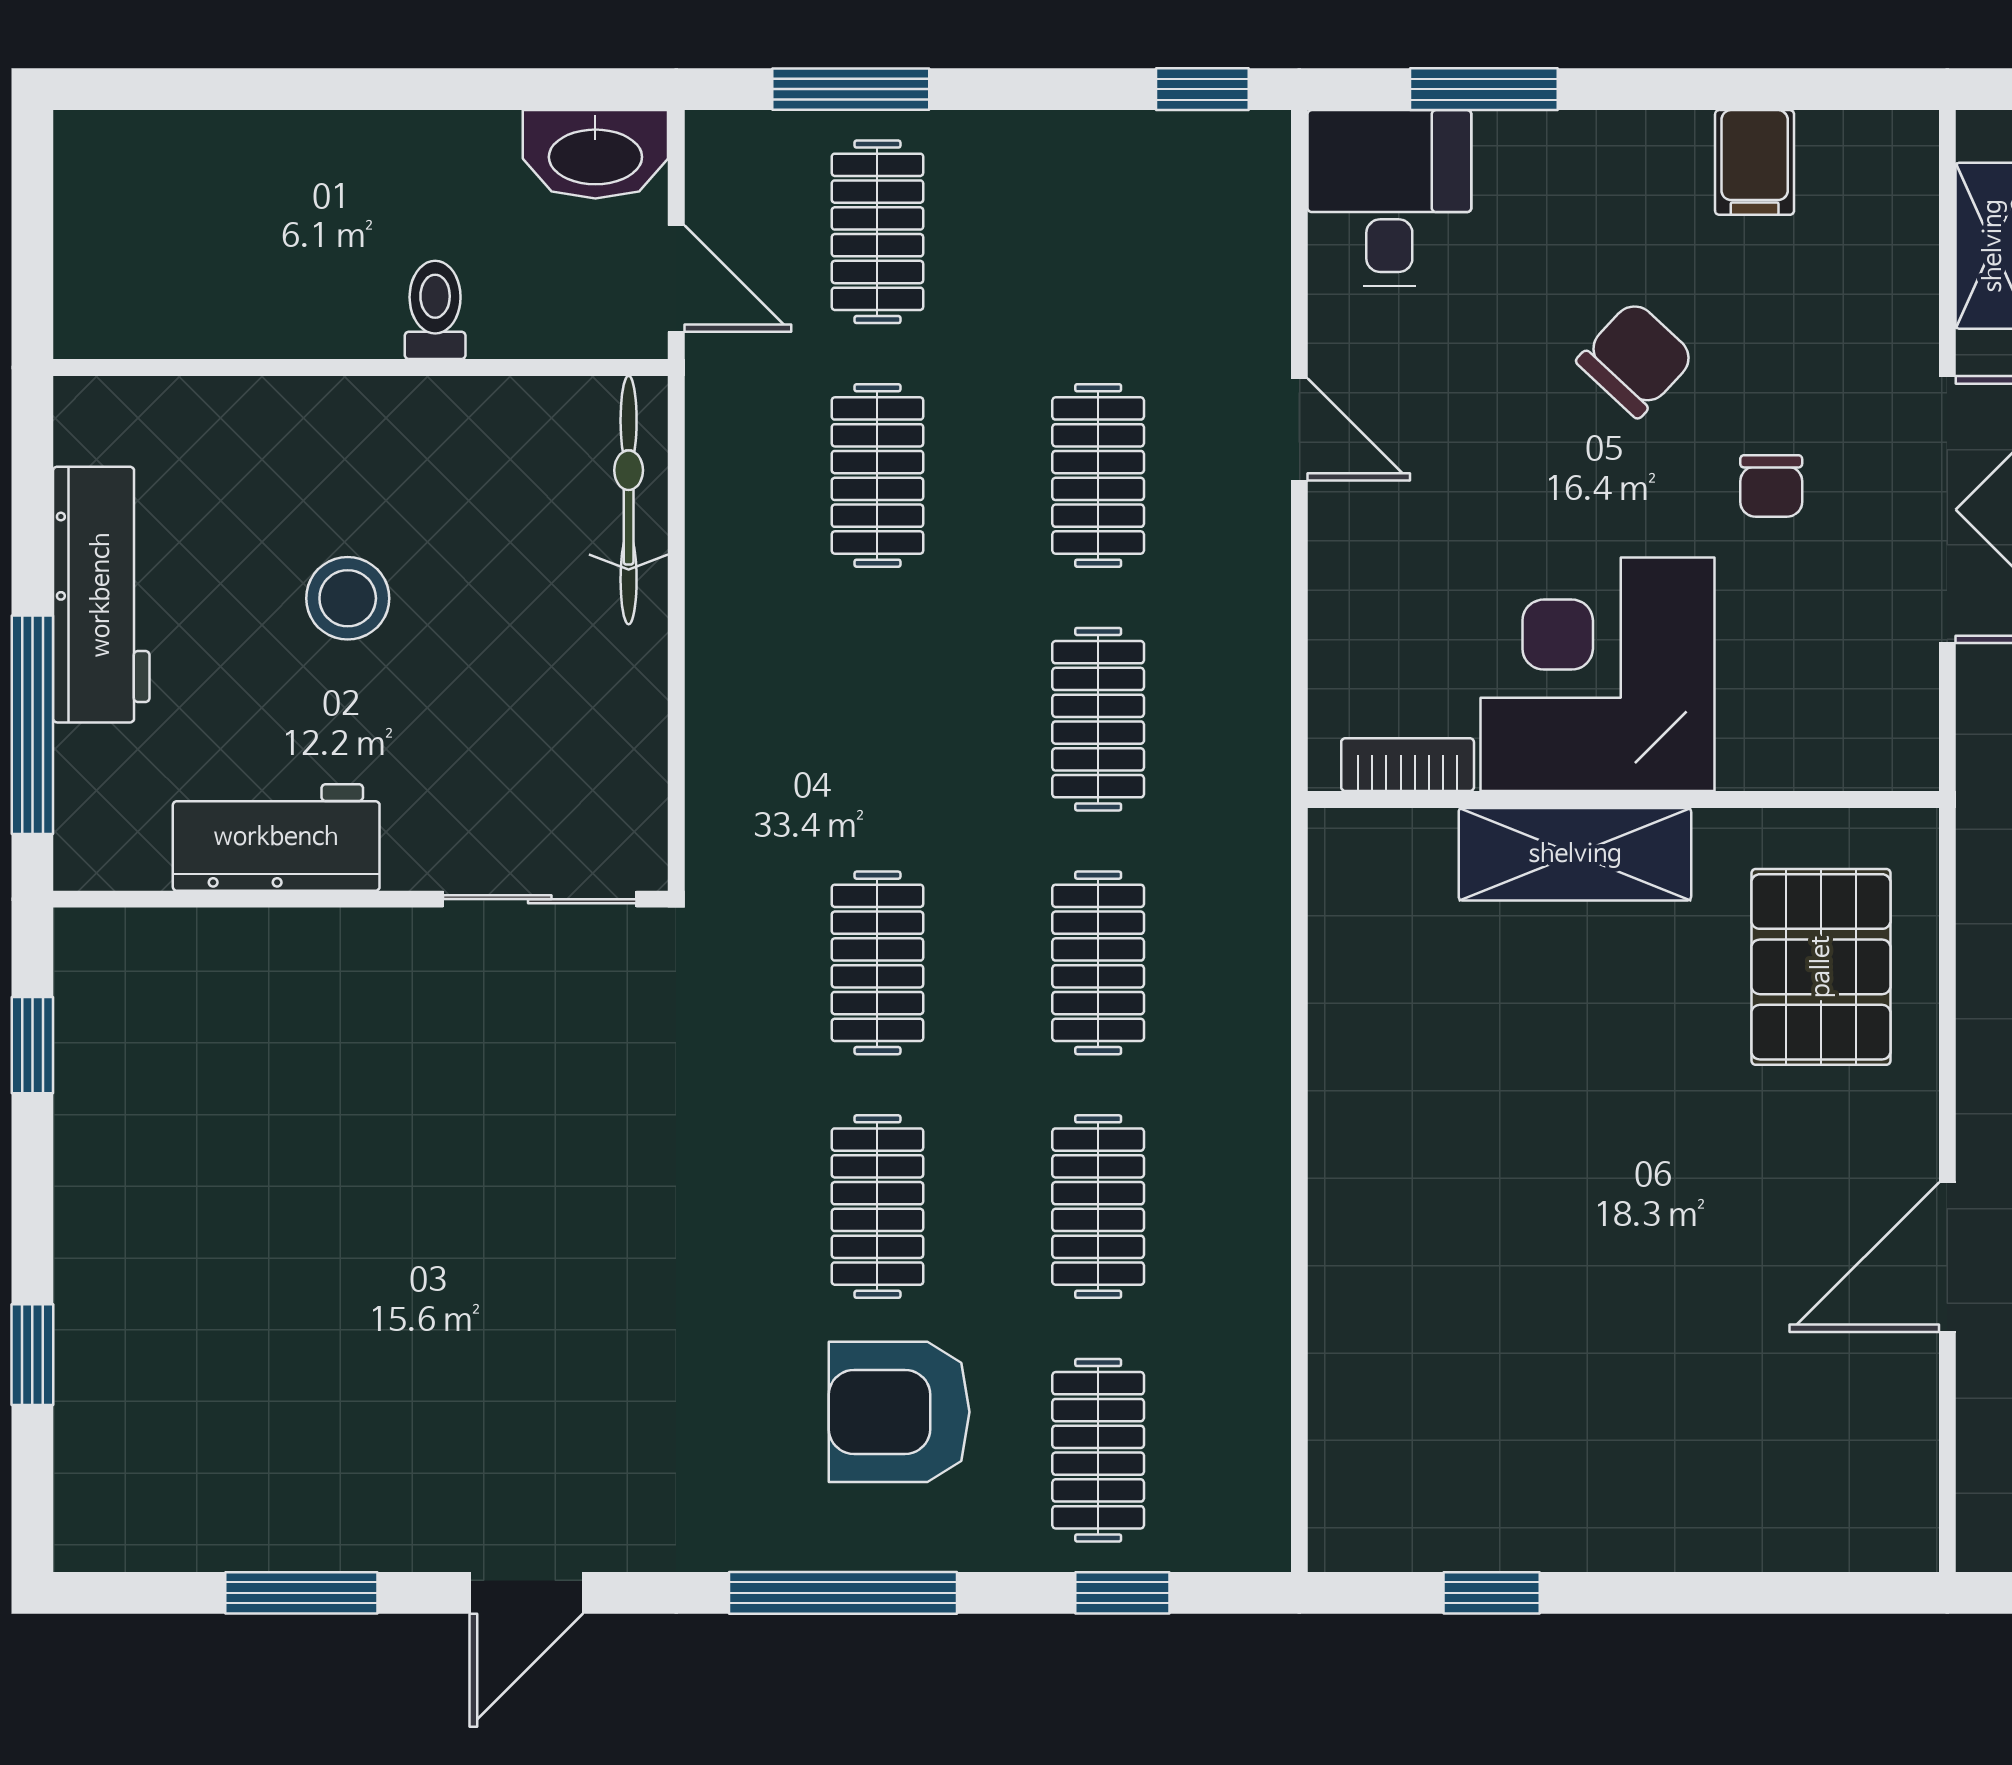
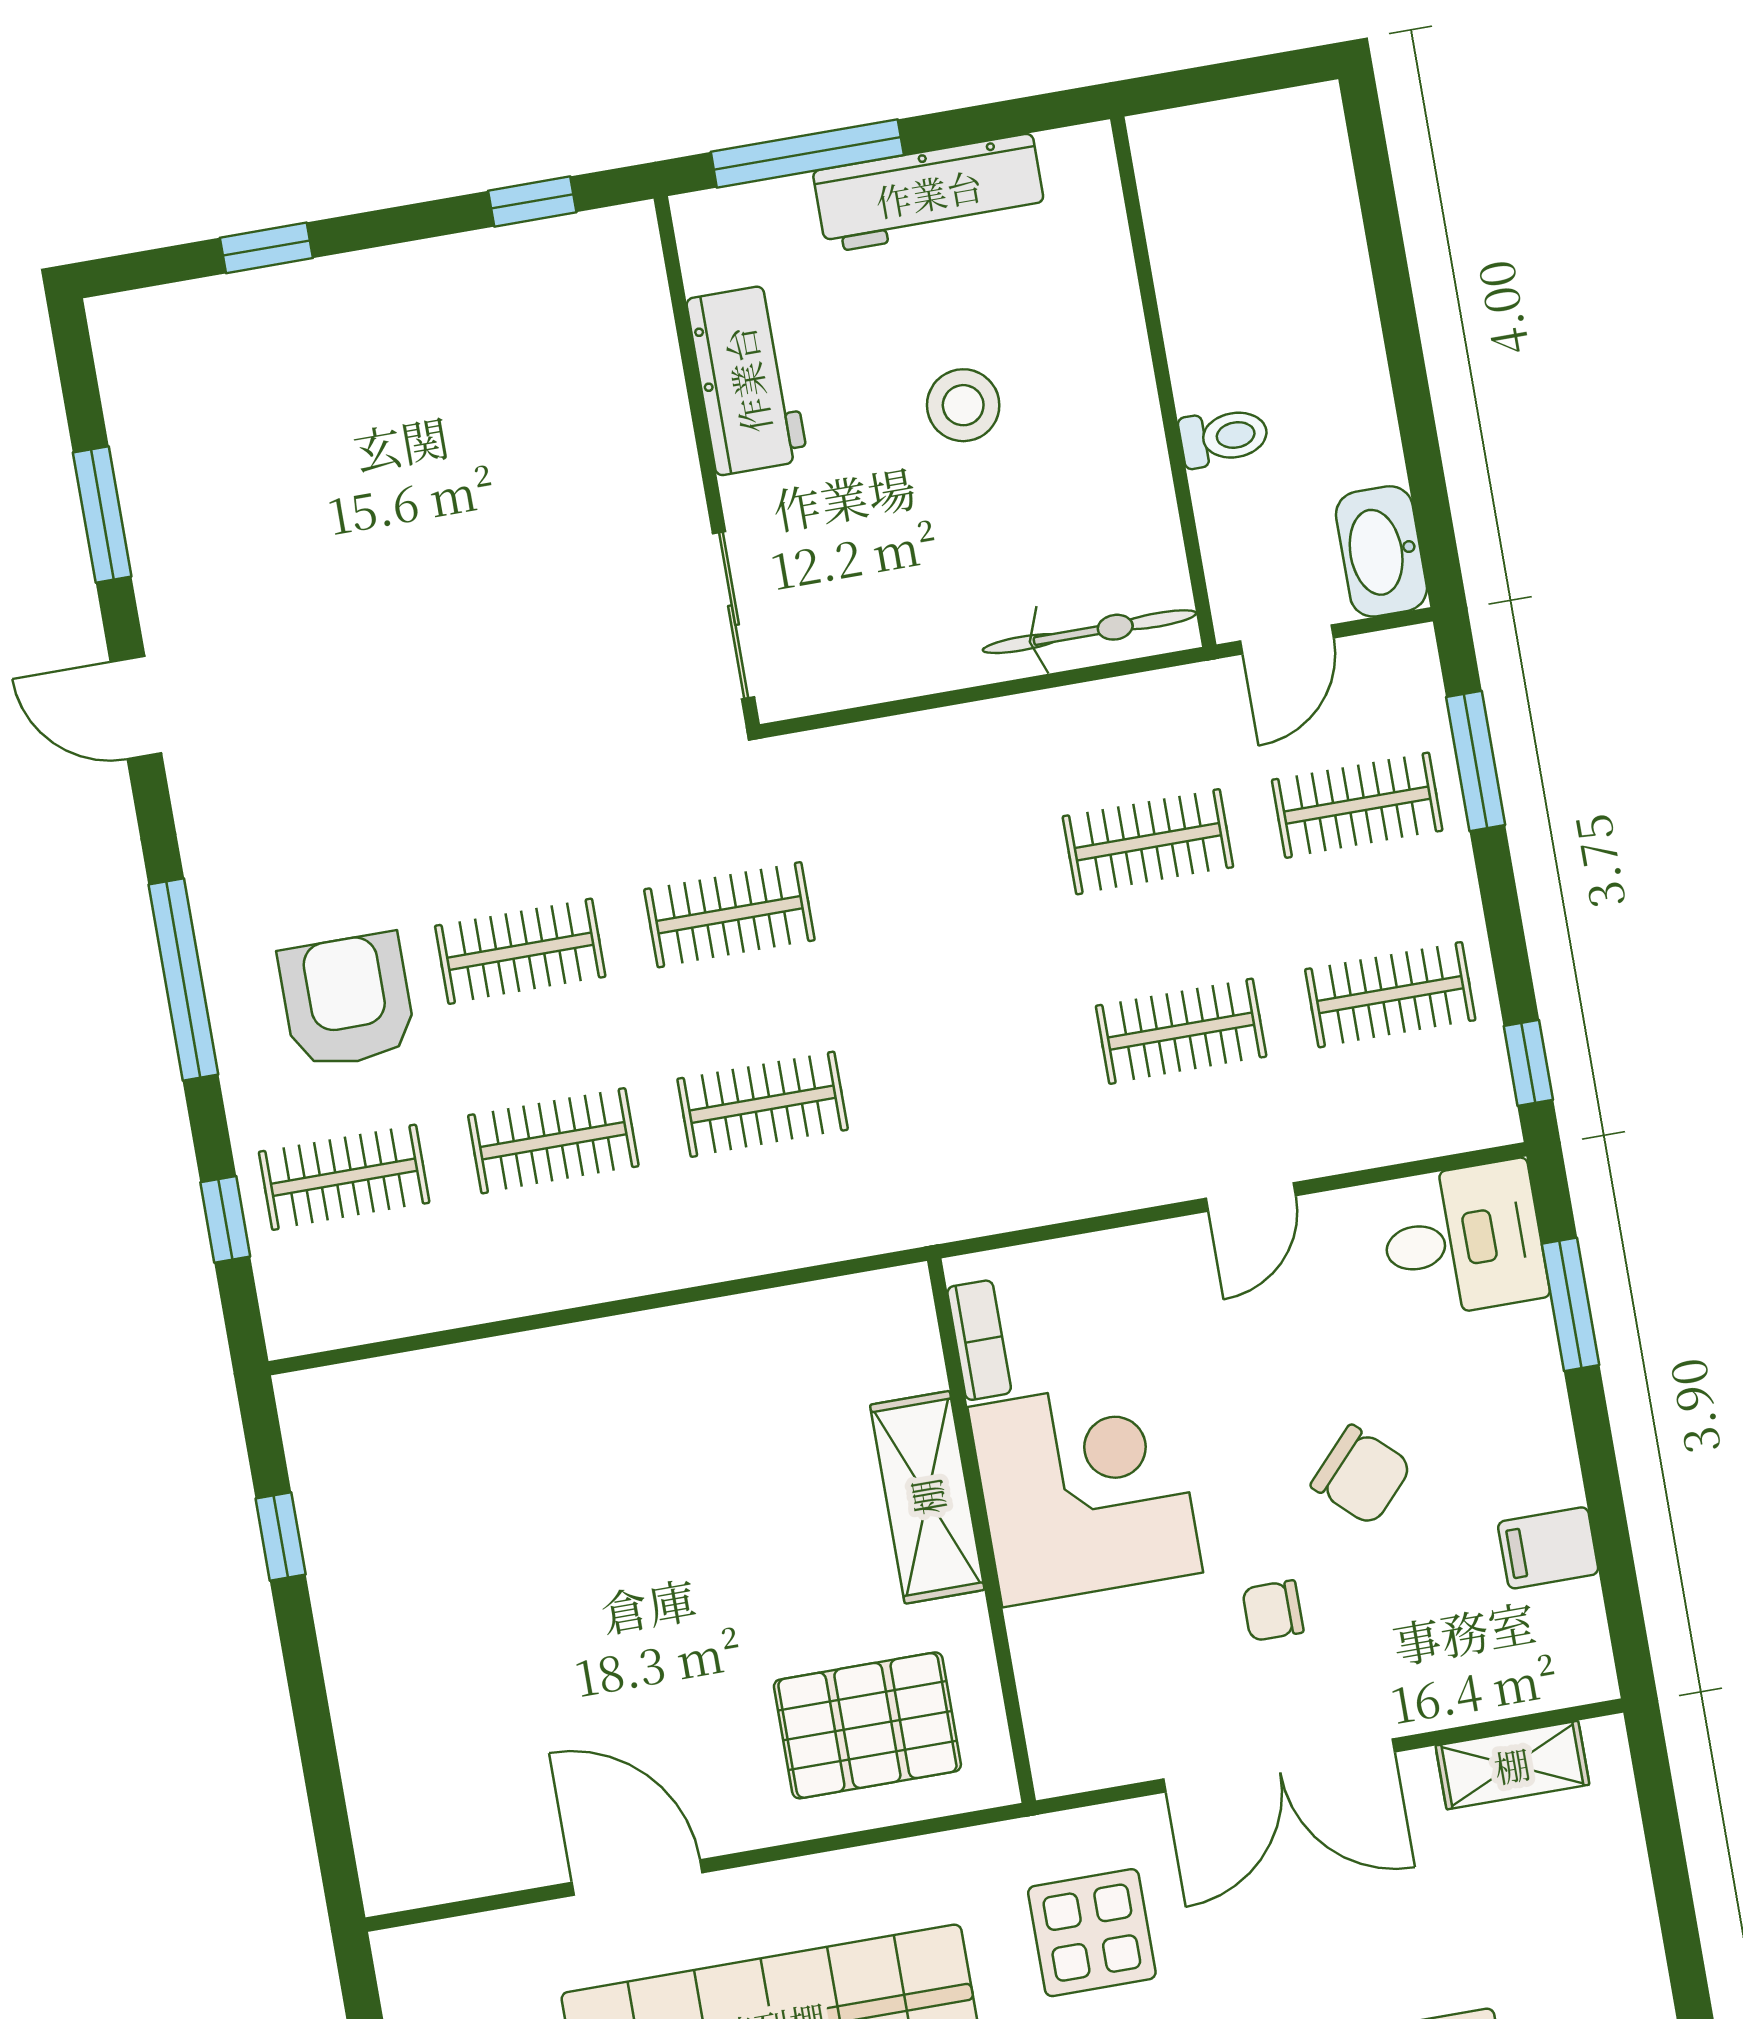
clothes rail: (1098, 719) -> (1390, 995), moved

